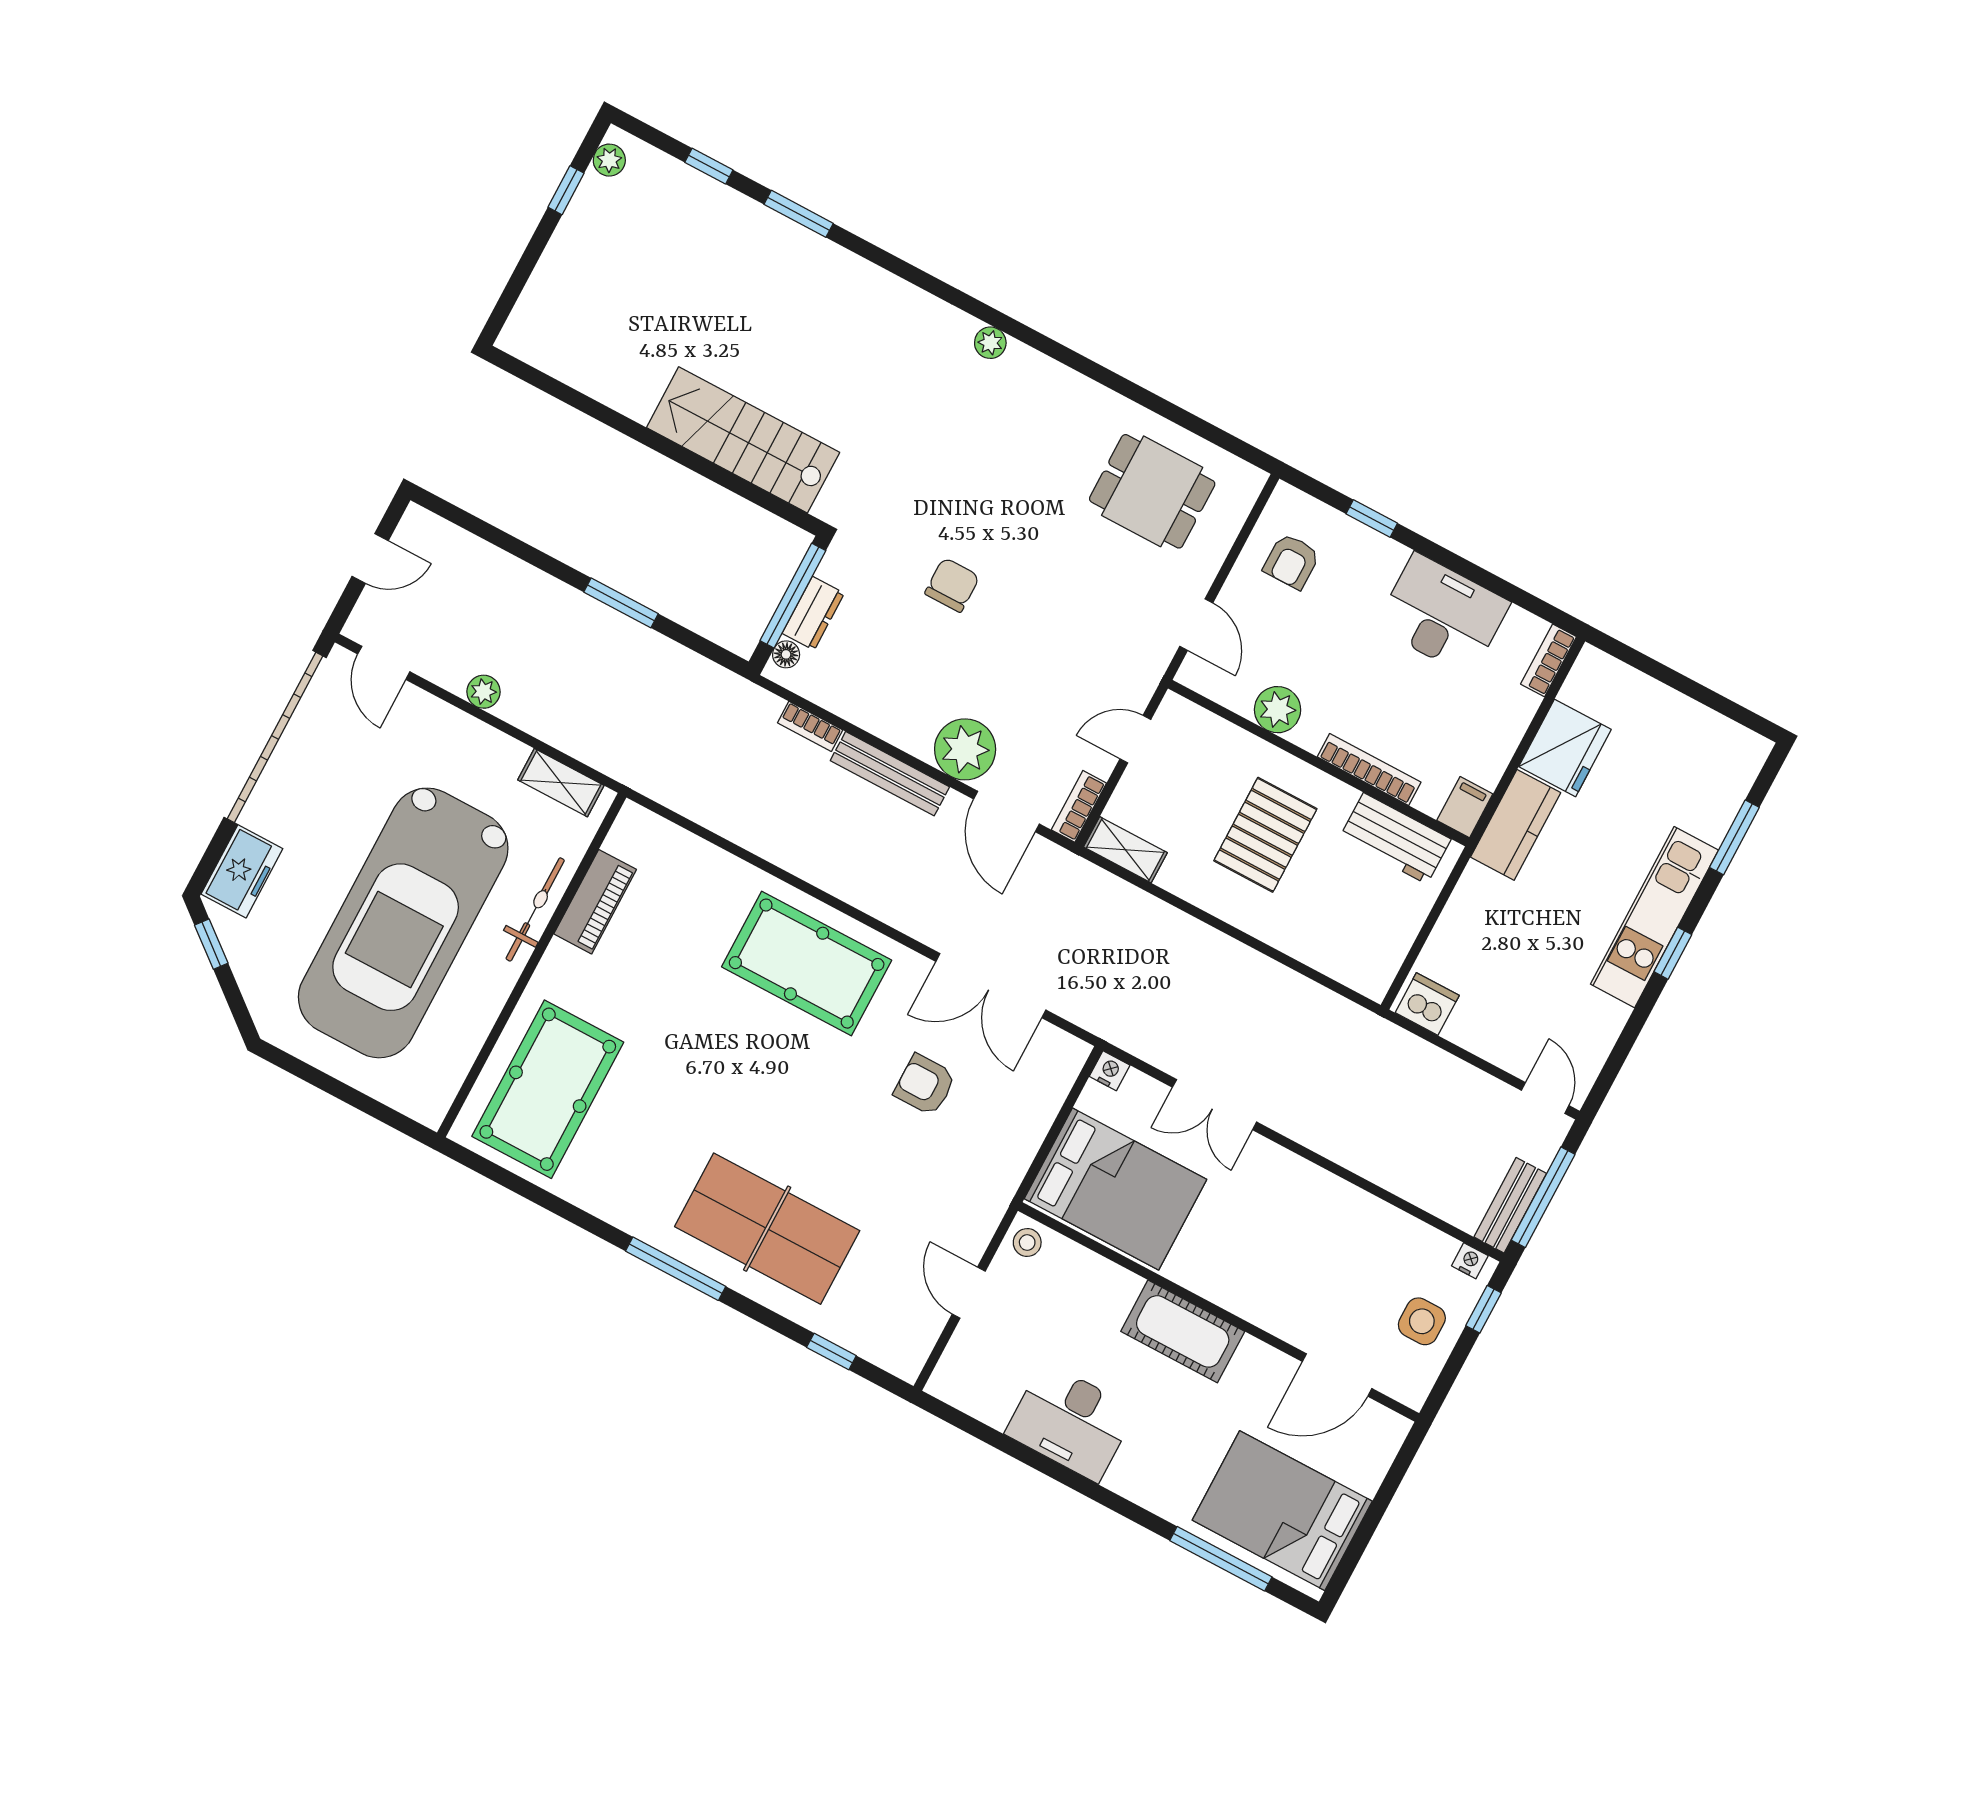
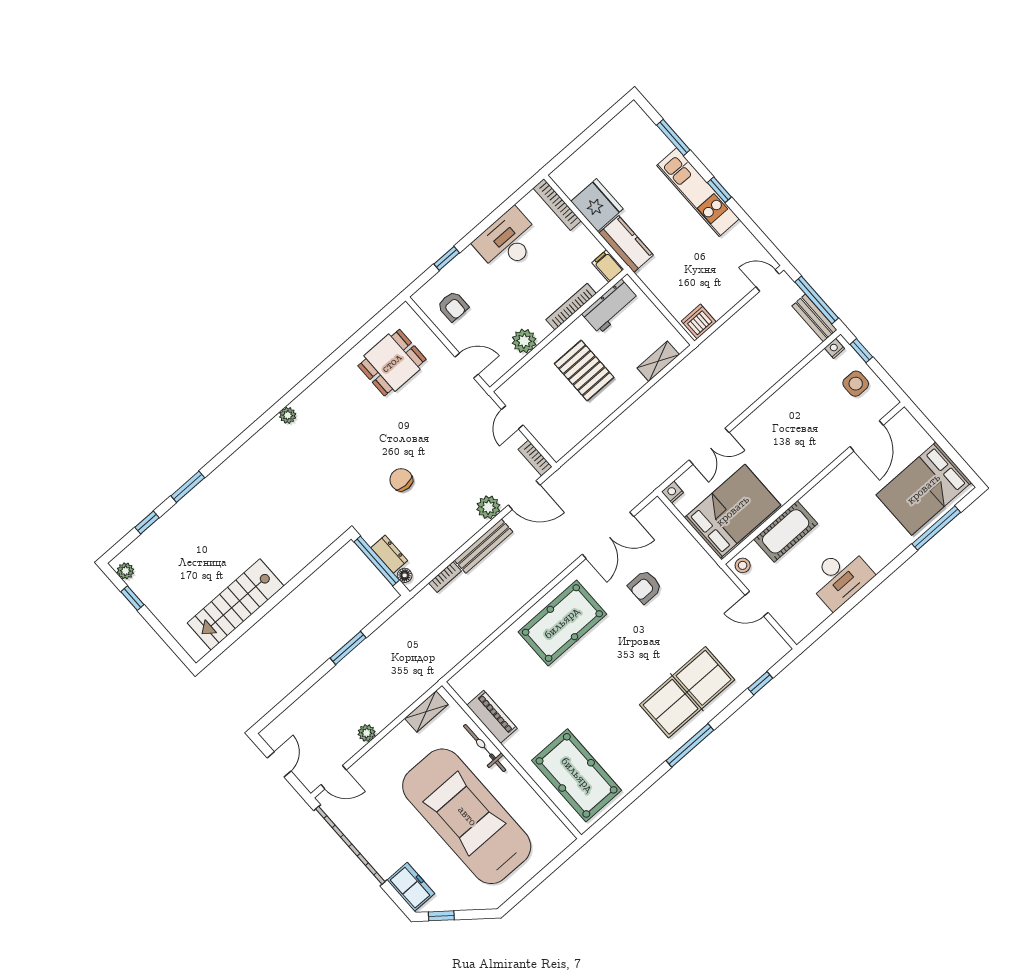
stairs: (743, 440) -> (236, 604), moved
bookcase: (1549, 660) -> (557, 205), width x1.56
plant: (965, 749) -> (488, 507), width x0.73, depth x0.73
shelving: (1125, 850) -> (658, 361), moved
car: (403, 923) -> (467, 816), turned 180
cot: (1183, 1331) -> (786, 531), moved

